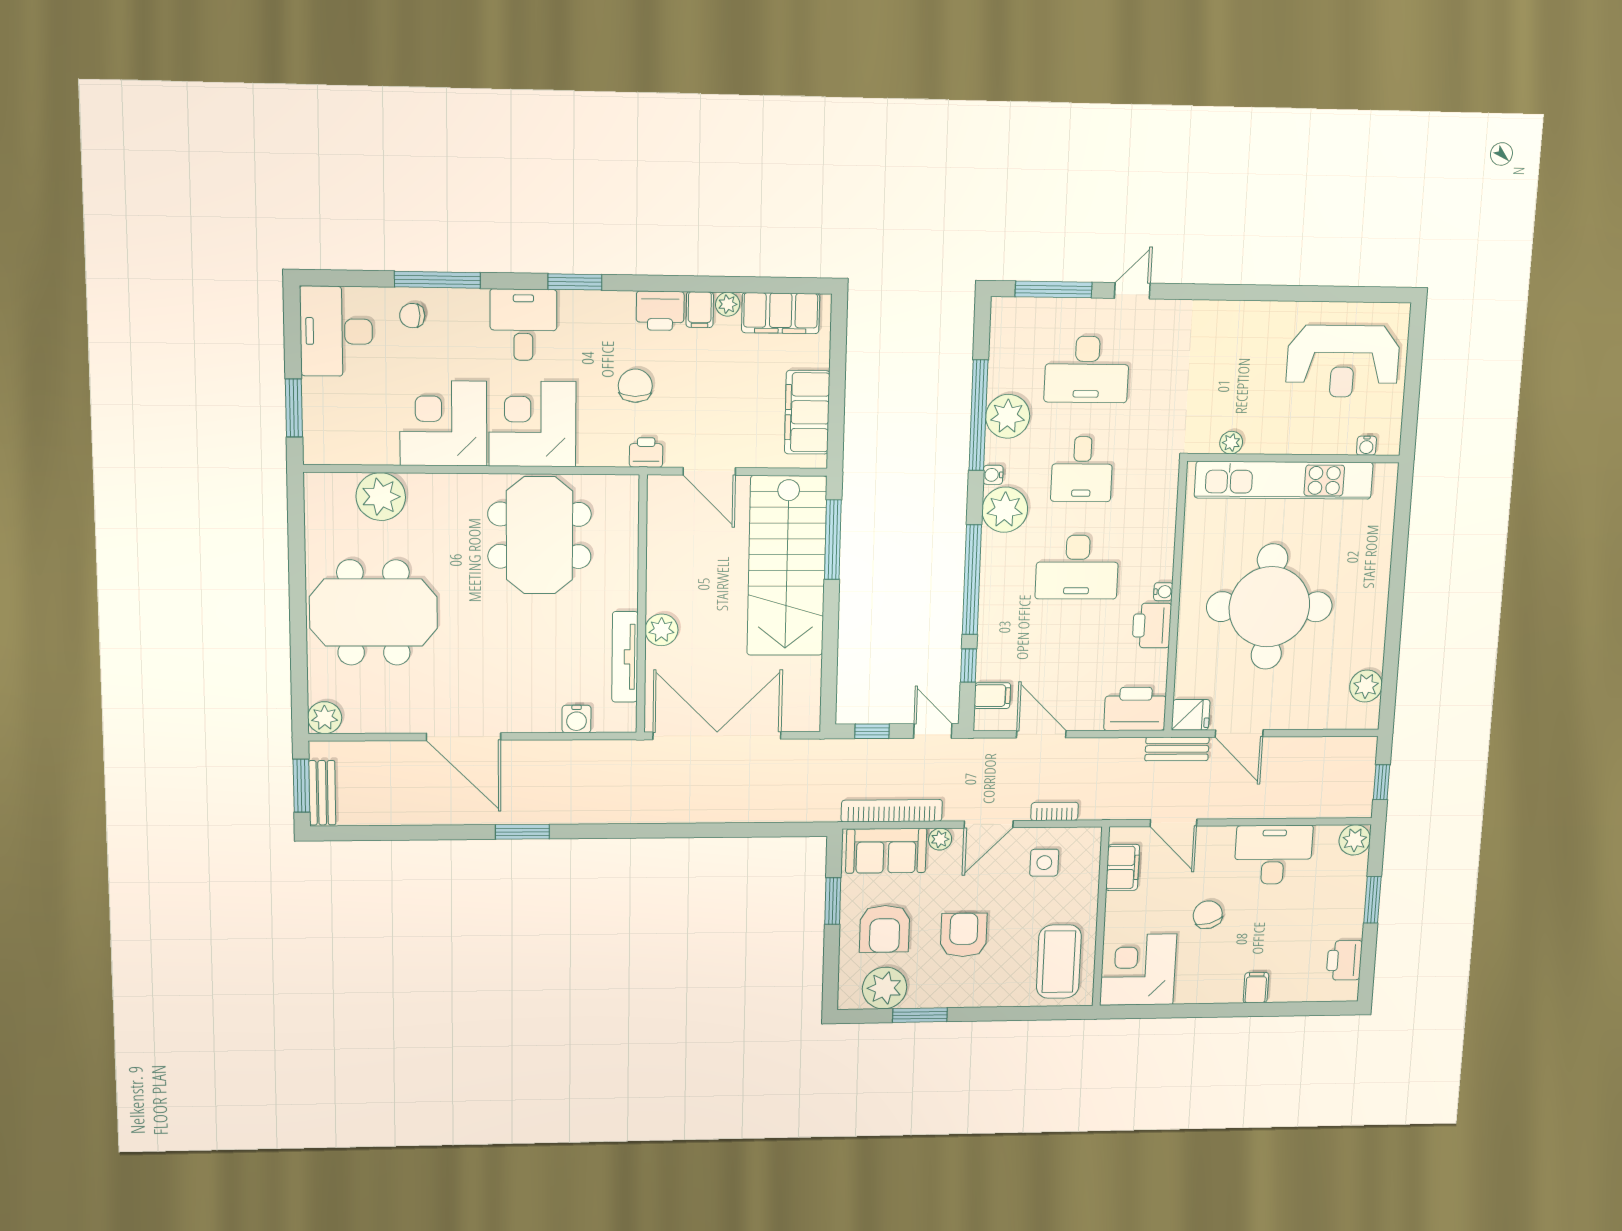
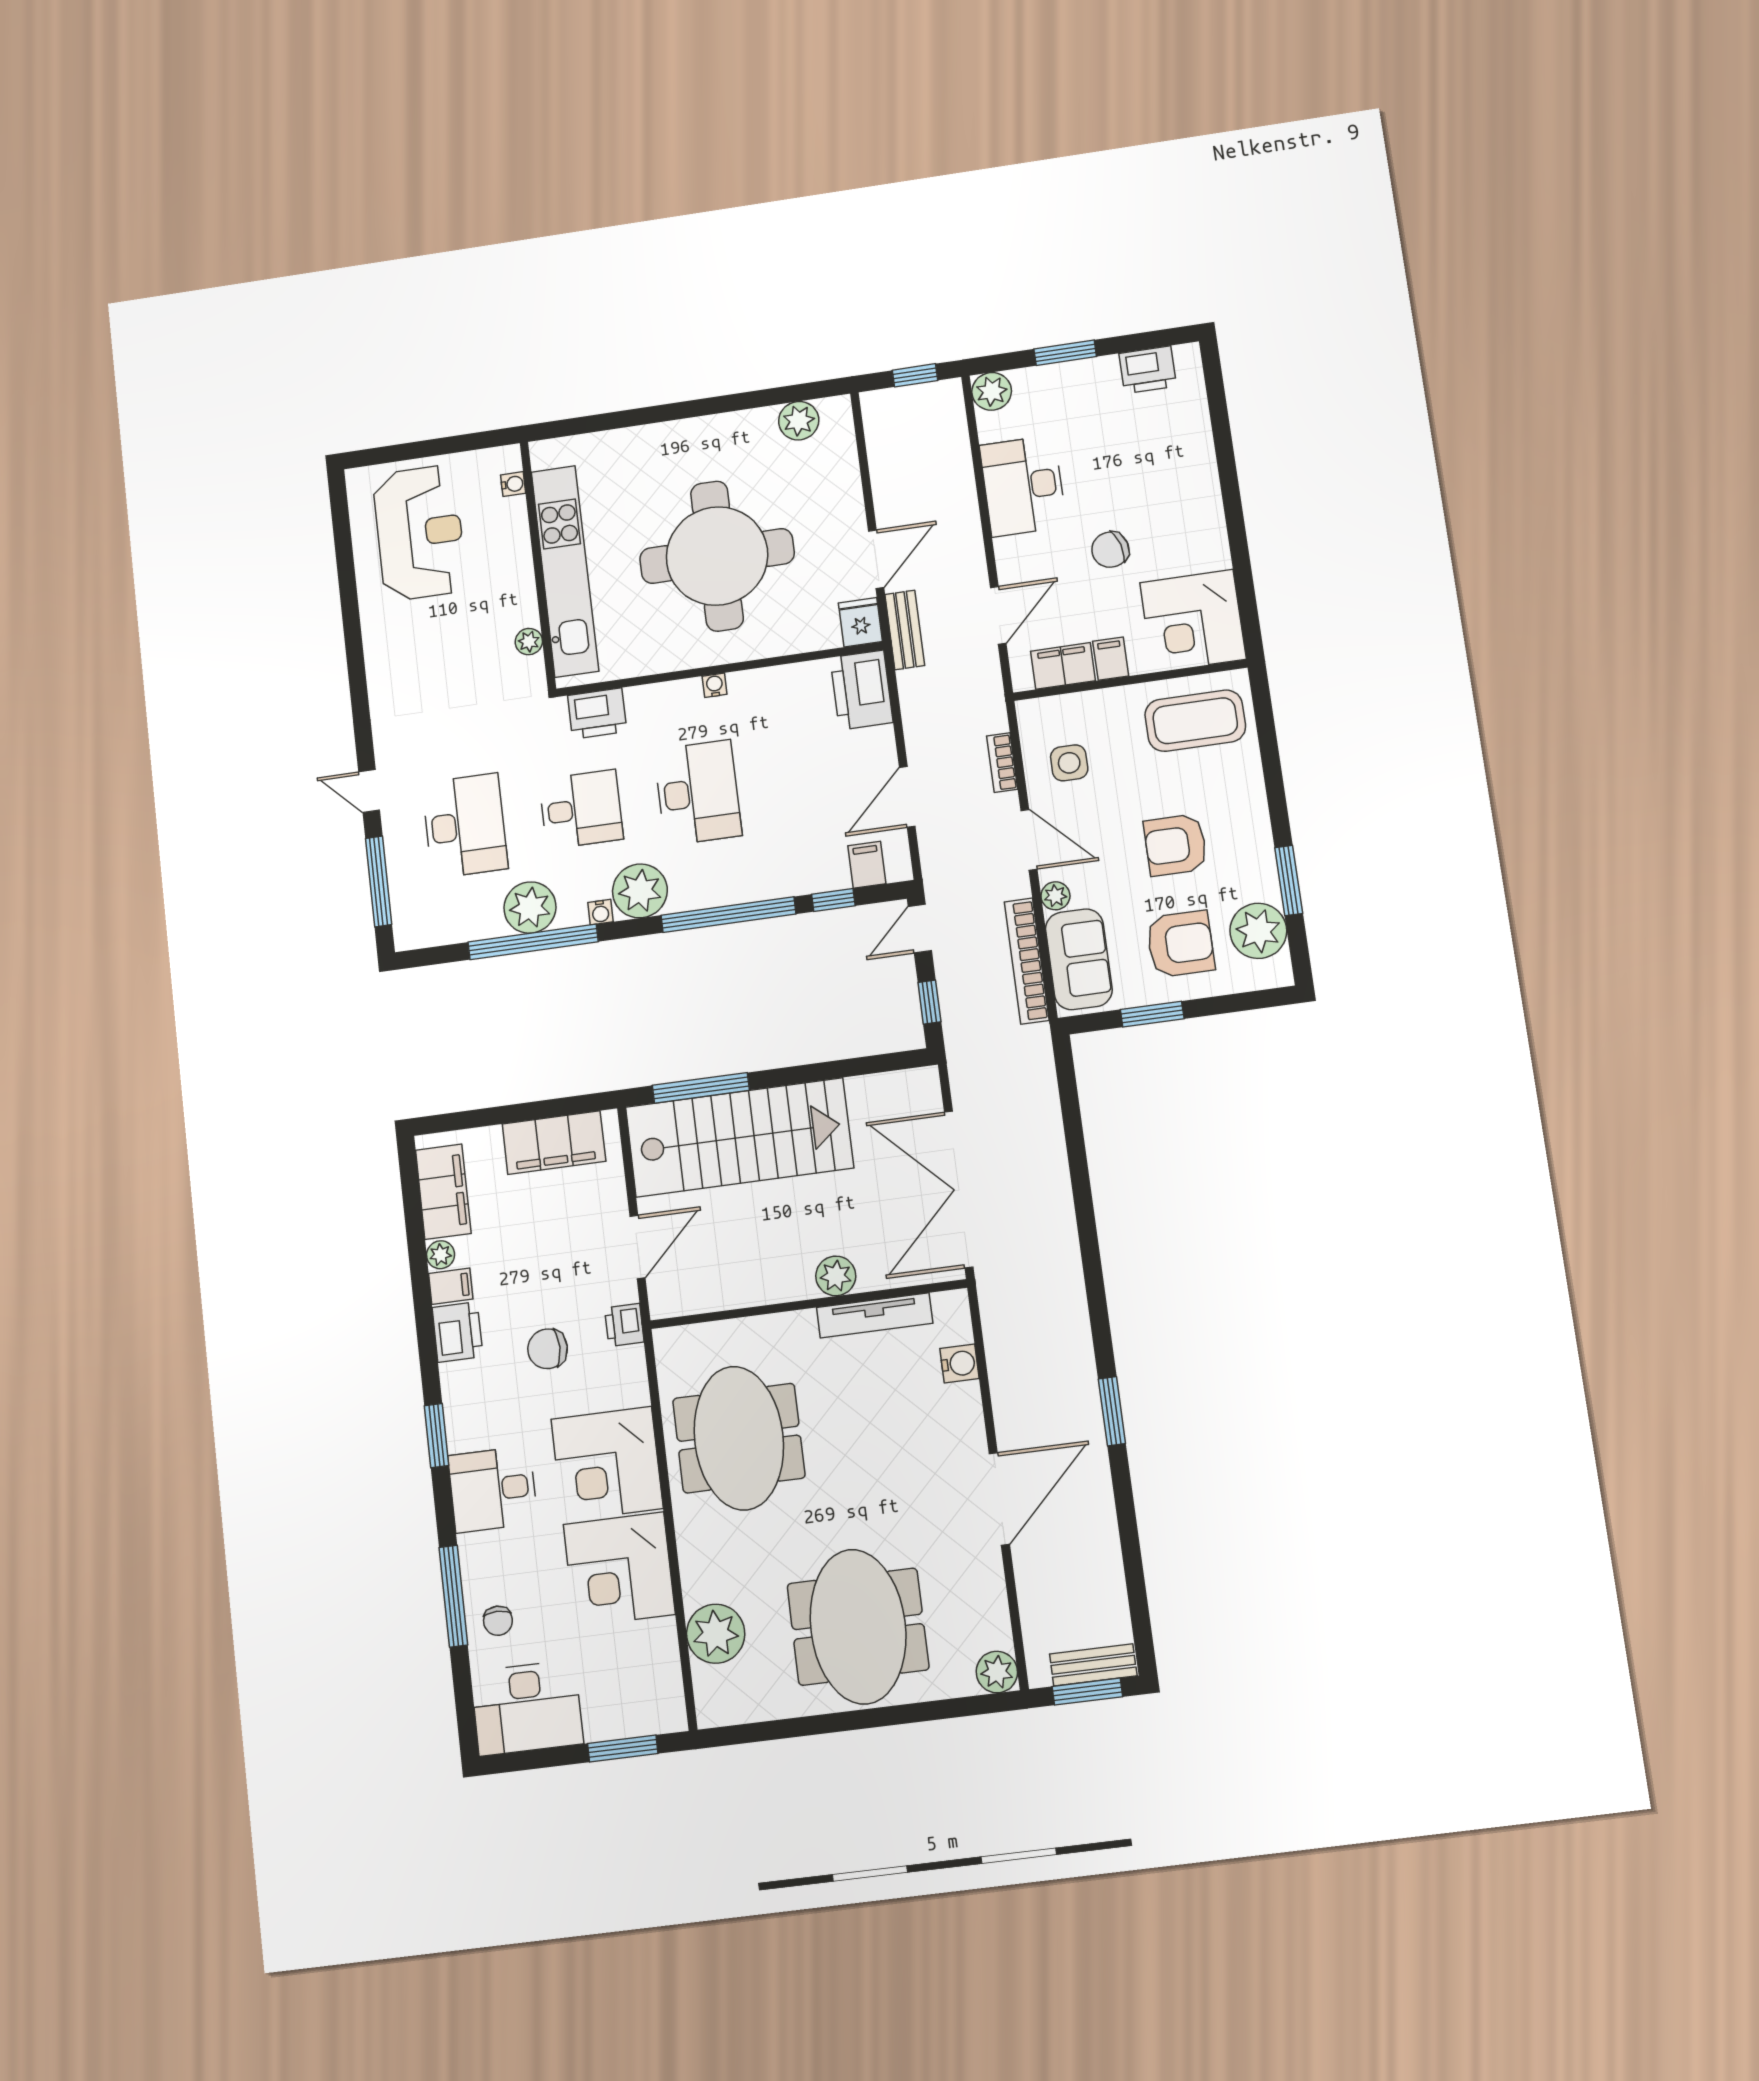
meeting table: (539, 535) -> (739, 1438), turned 90
printer: (1152, 625) -> (597, 713), moved
filing cabinet: (1256, 988) -> (1111, 659), moved, turned 90

